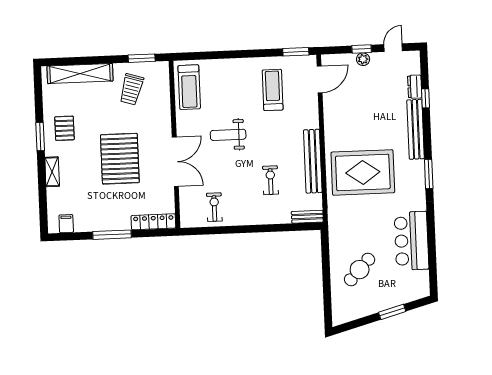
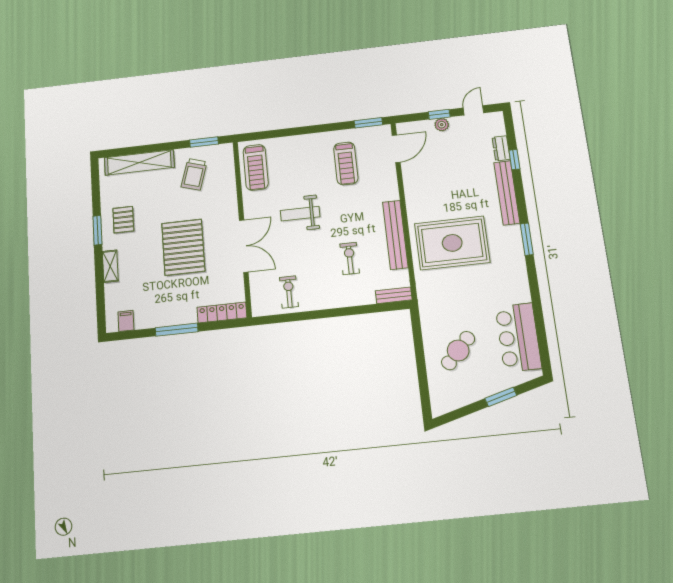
treadmill: (273, 90) -> (346, 163), turned 180
bar counter: (411, 241) -> (518, 337), moved

